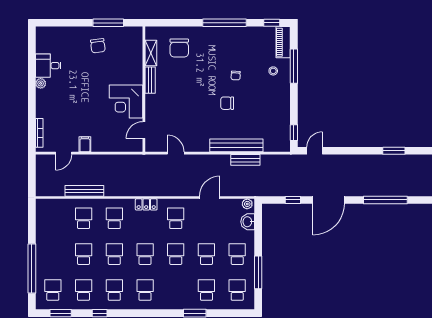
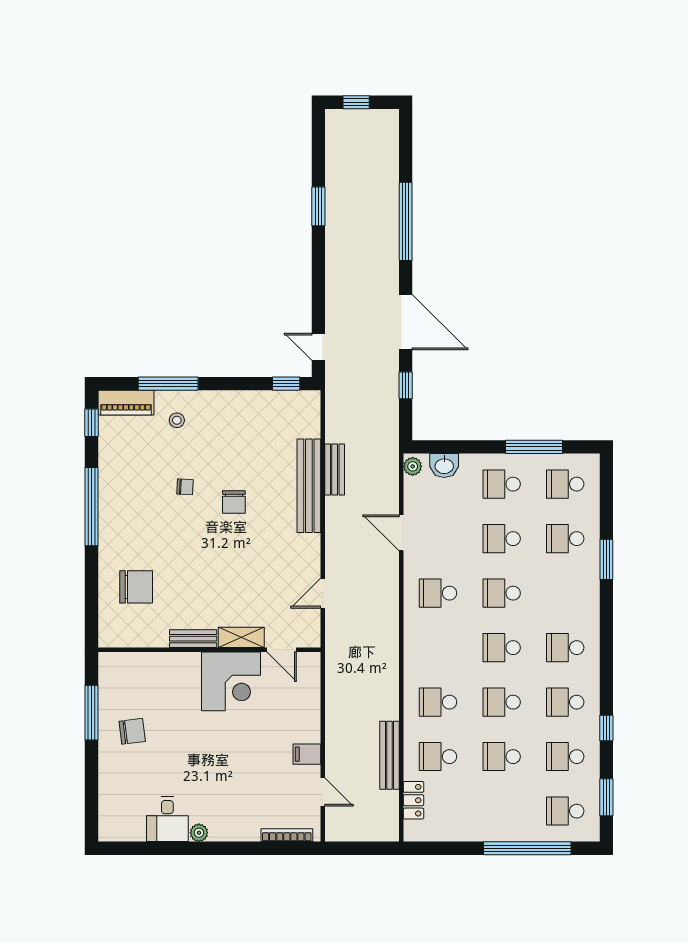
shelving: (151, 53) -> (241, 637), moved
locker: (146, 204) -> (414, 800), moved

